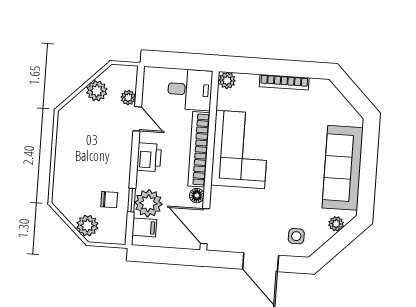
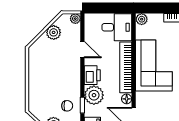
plant: (128, 98) -> (75, 19), moved
plant: (148, 203) -> (94, 95), moved

